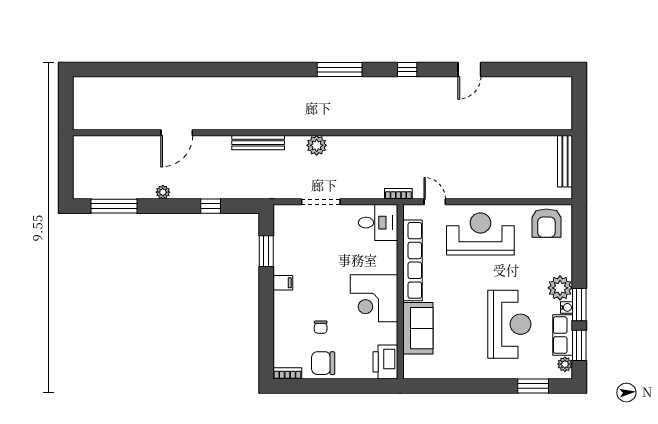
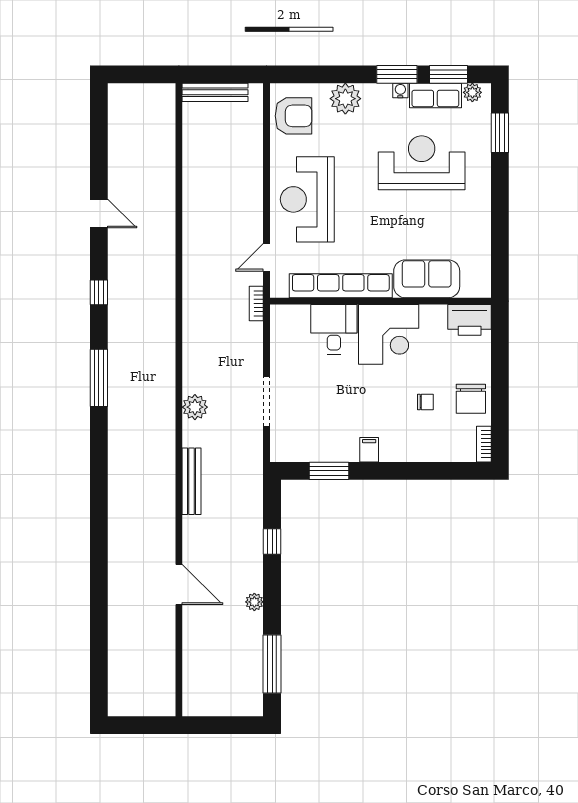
desk: (378, 223) -> (334, 329), moved
plant: (560, 288) -> (345, 99), moved

